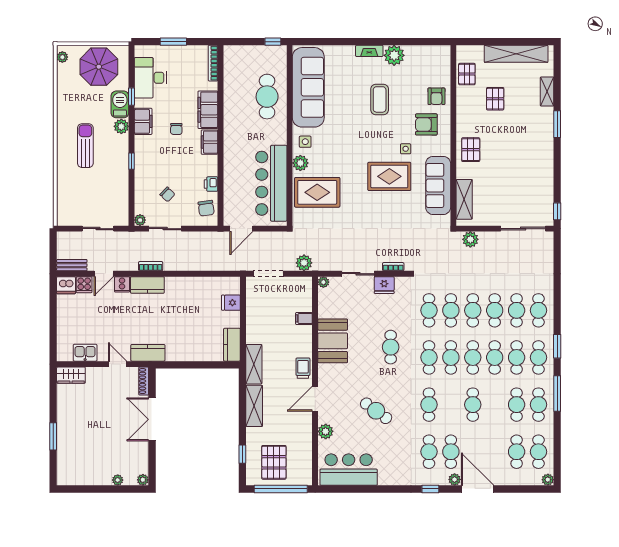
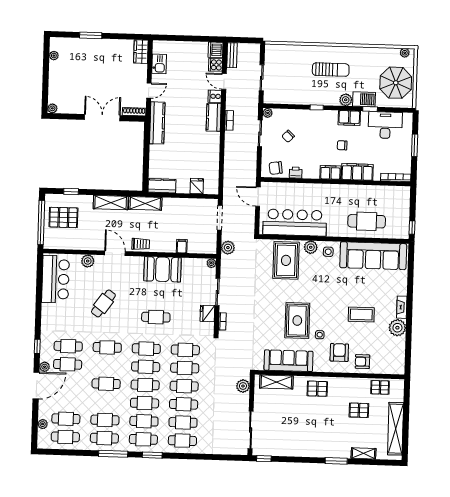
kitchen counter: (148, 353) -> (157, 123), width x1.50
plant: (118, 480) -> (54, 56), moved
plant: (548, 480) -> (43, 424), moved

